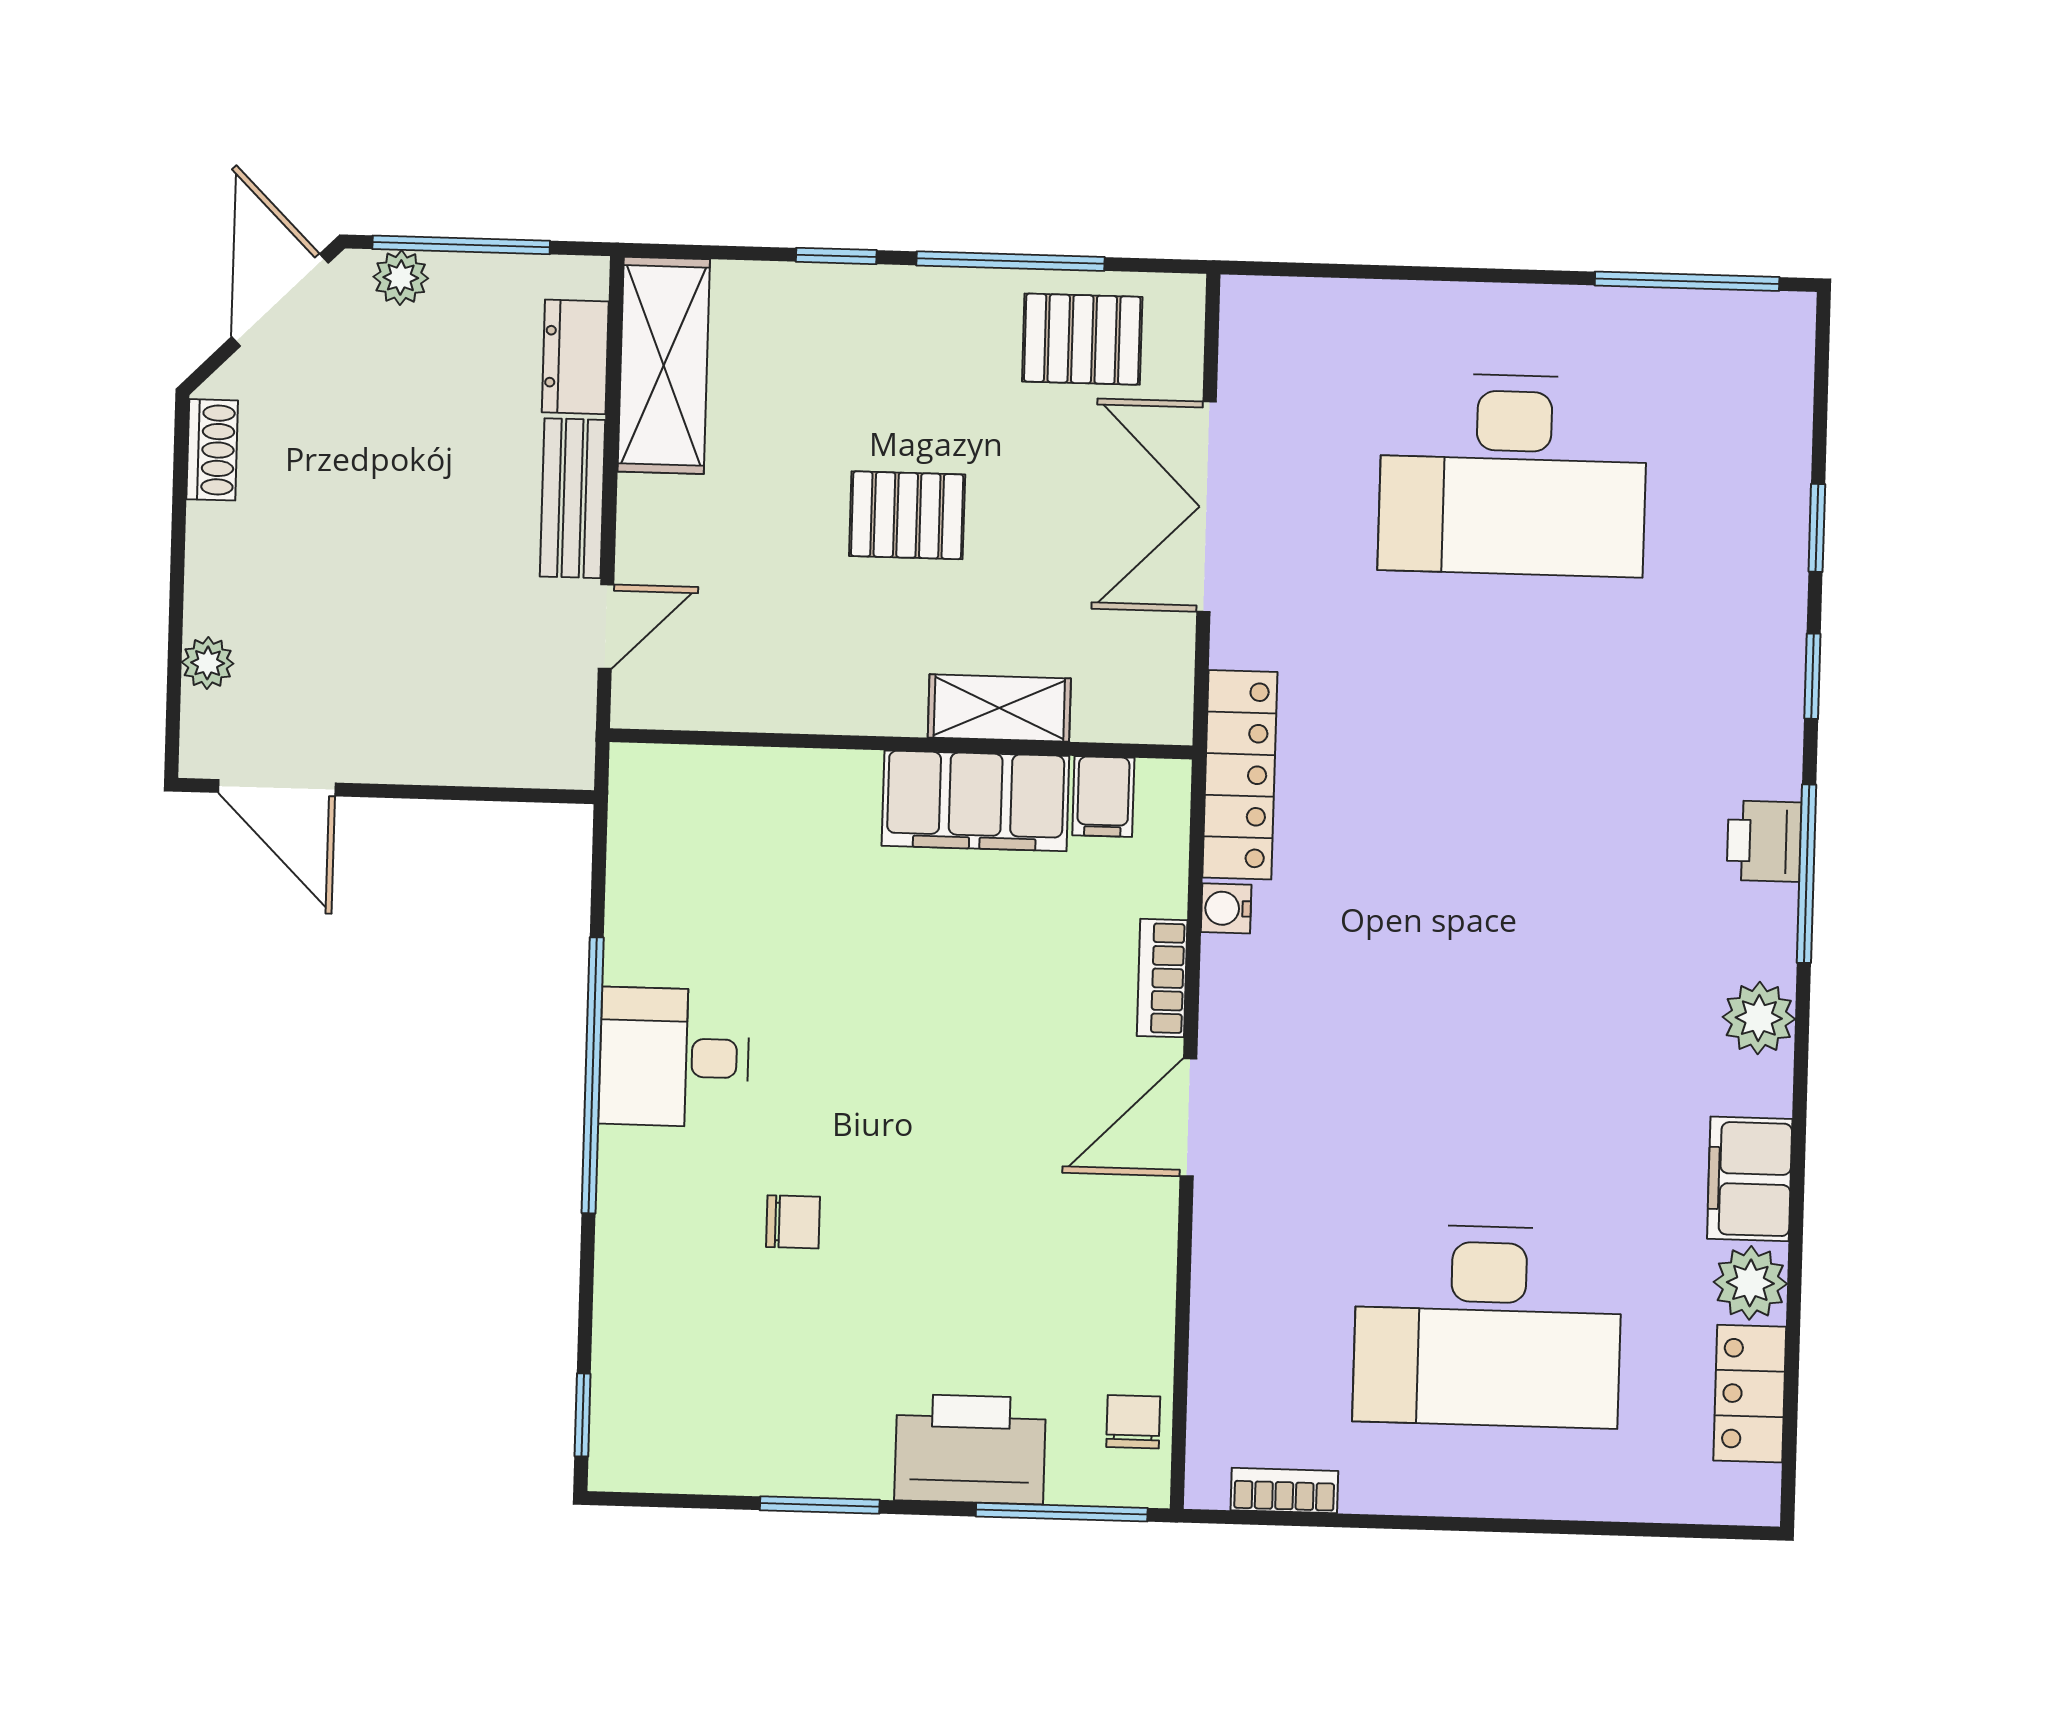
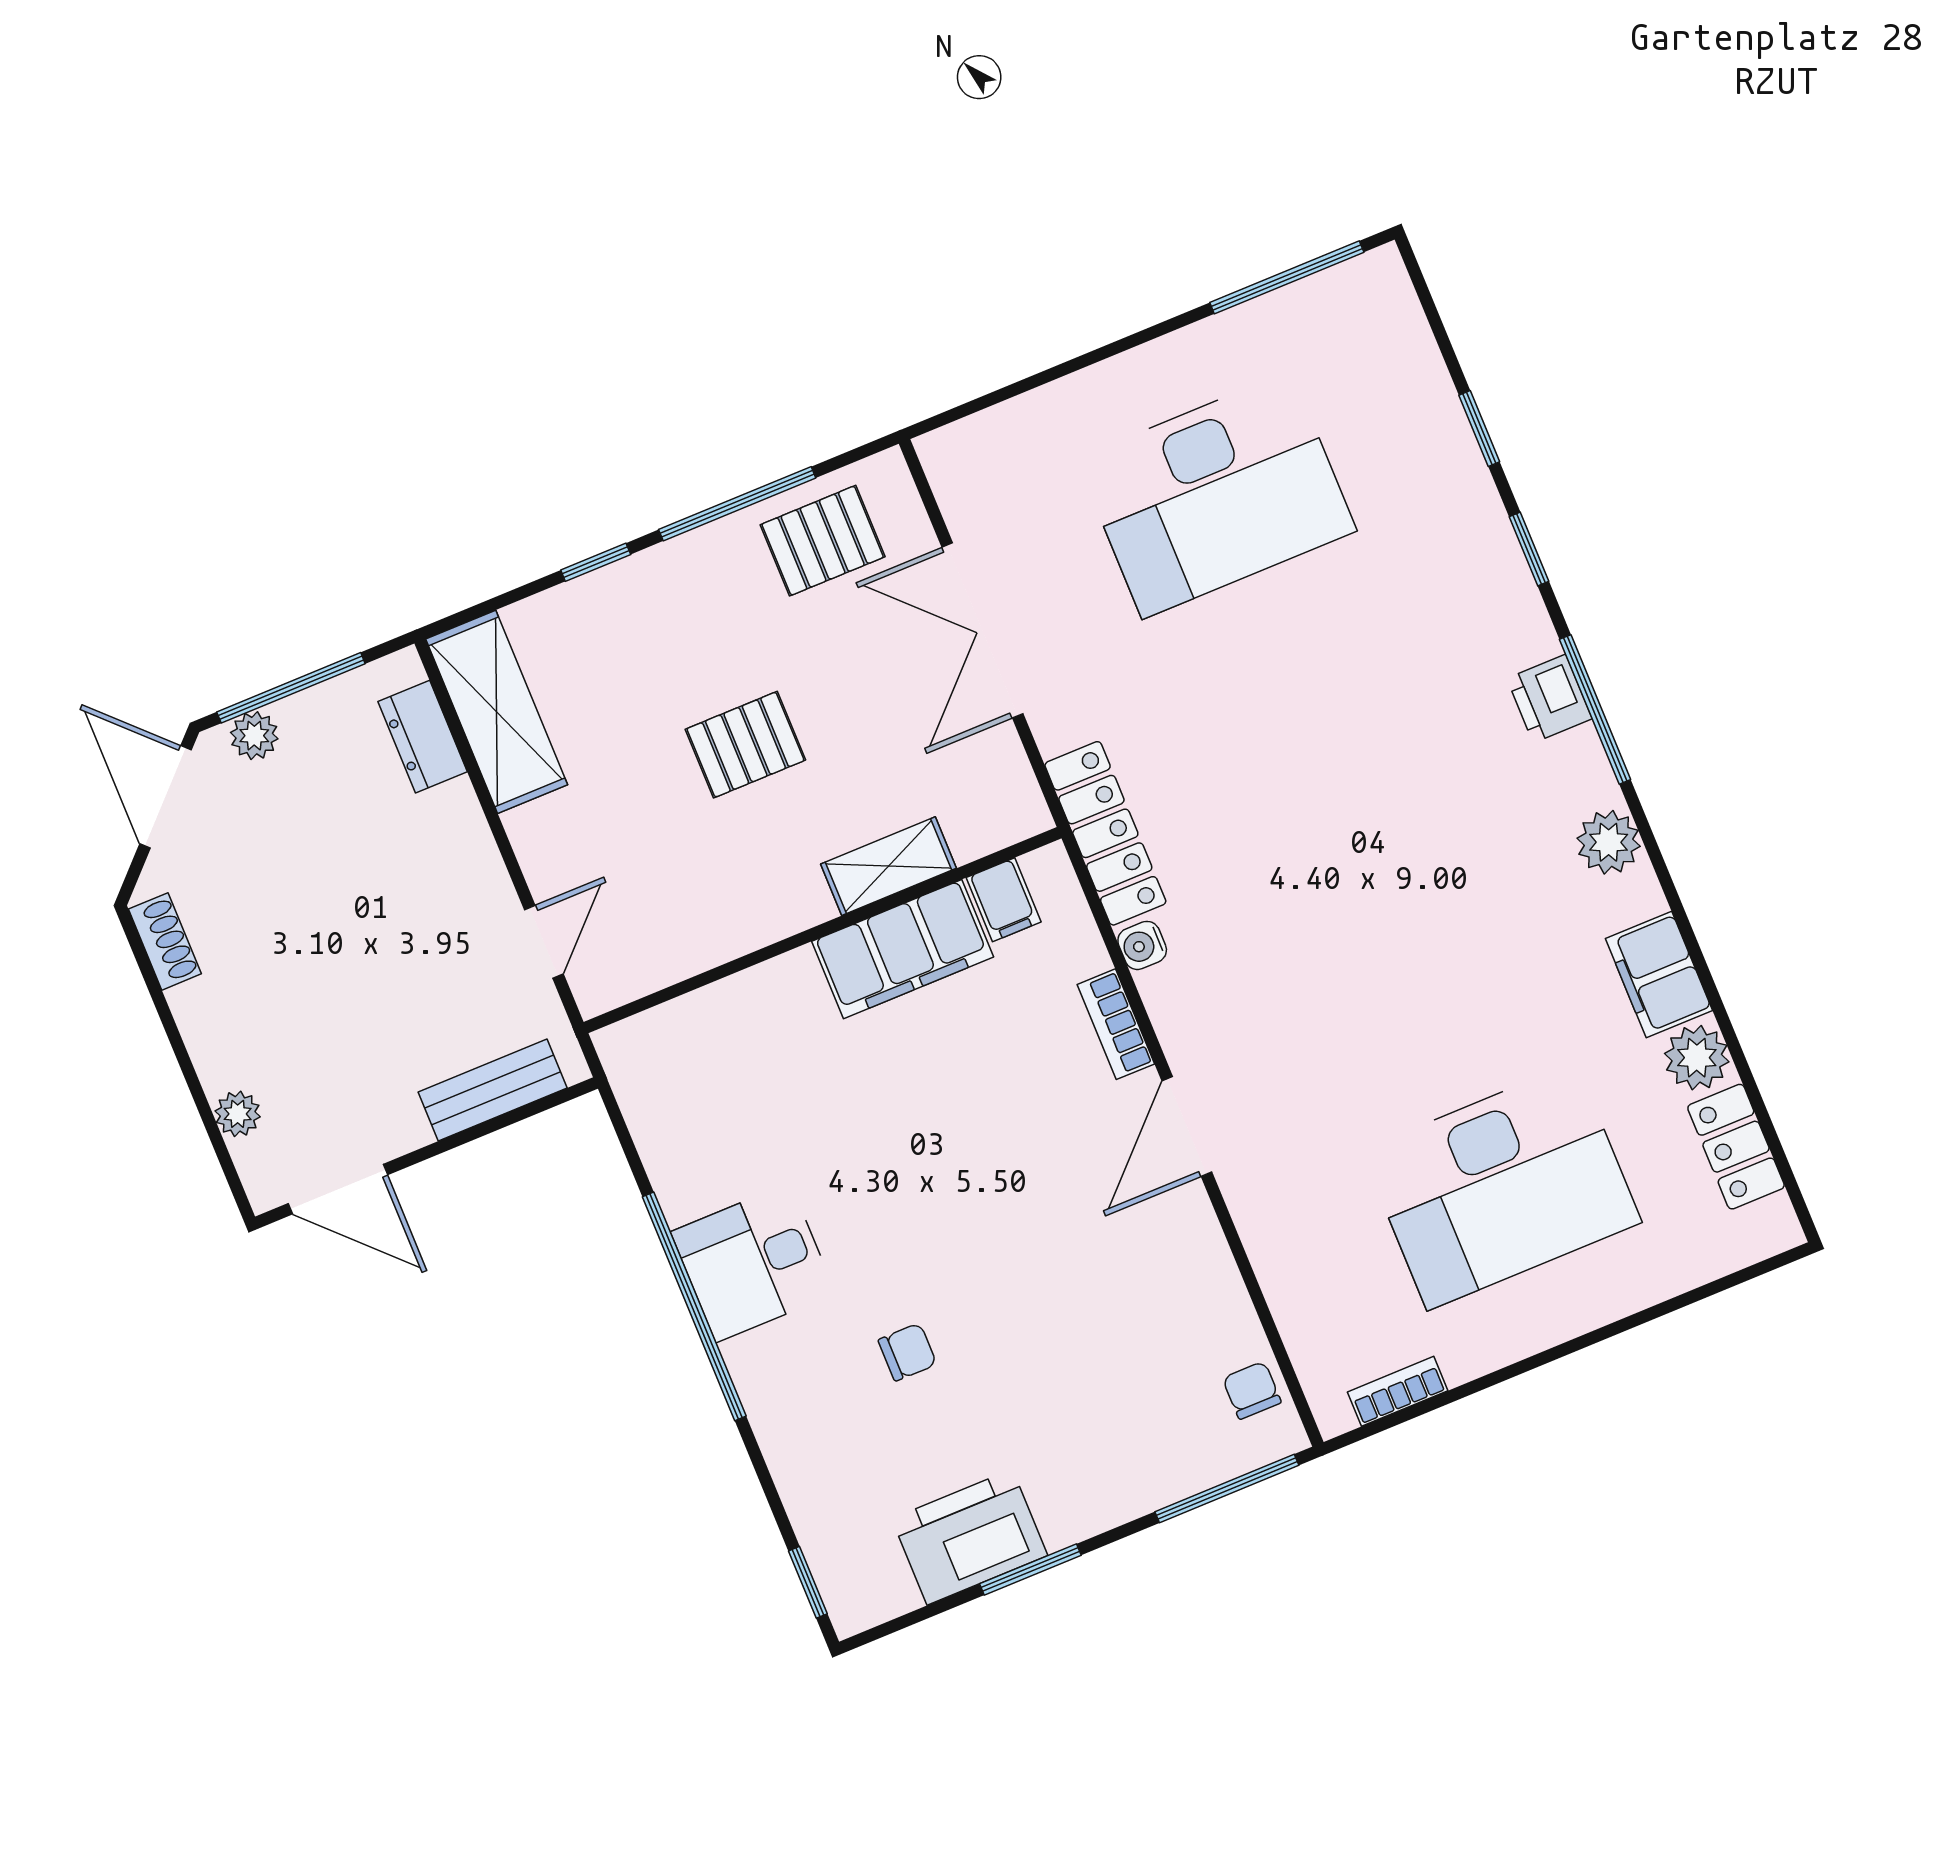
bench: (573, 498) -> (493, 1090), moved, turned 90
printer: (970, 1449) -> (970, 1537), moved

